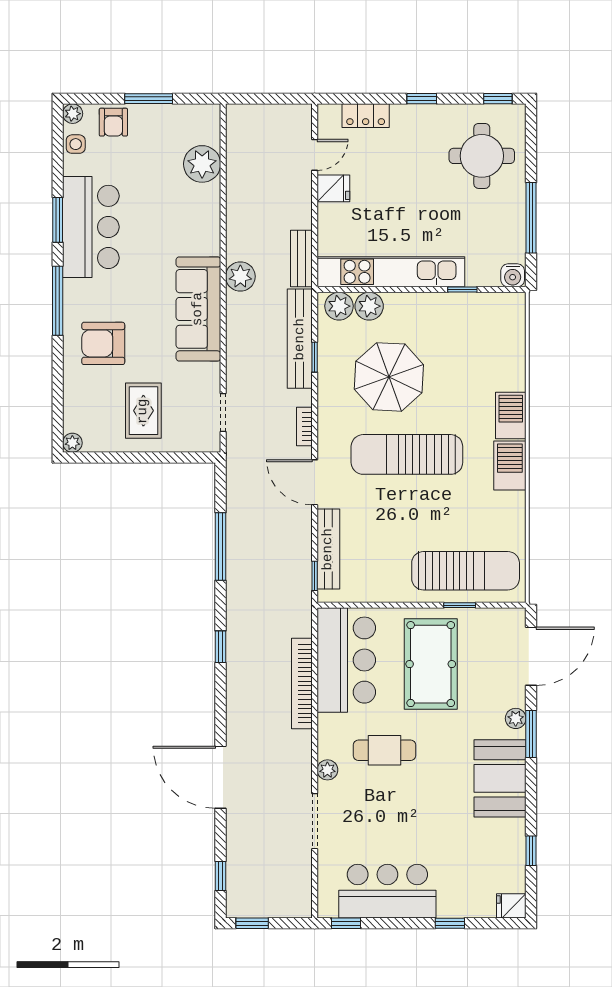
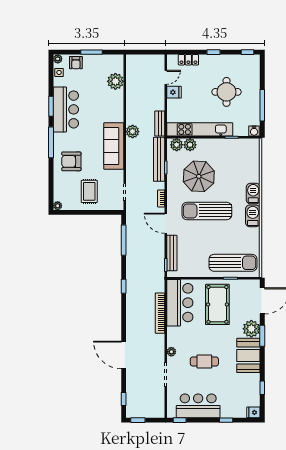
round table: (482, 156) -> (226, 92), moved
window: (221, 547) -> (124, 240), moved
window: (221, 647) -> (124, 286), moved
plant: (516, 718) -> (251, 329), width x1.87, depth x1.87
cafe table: (385, 750) -> (204, 362), moved

